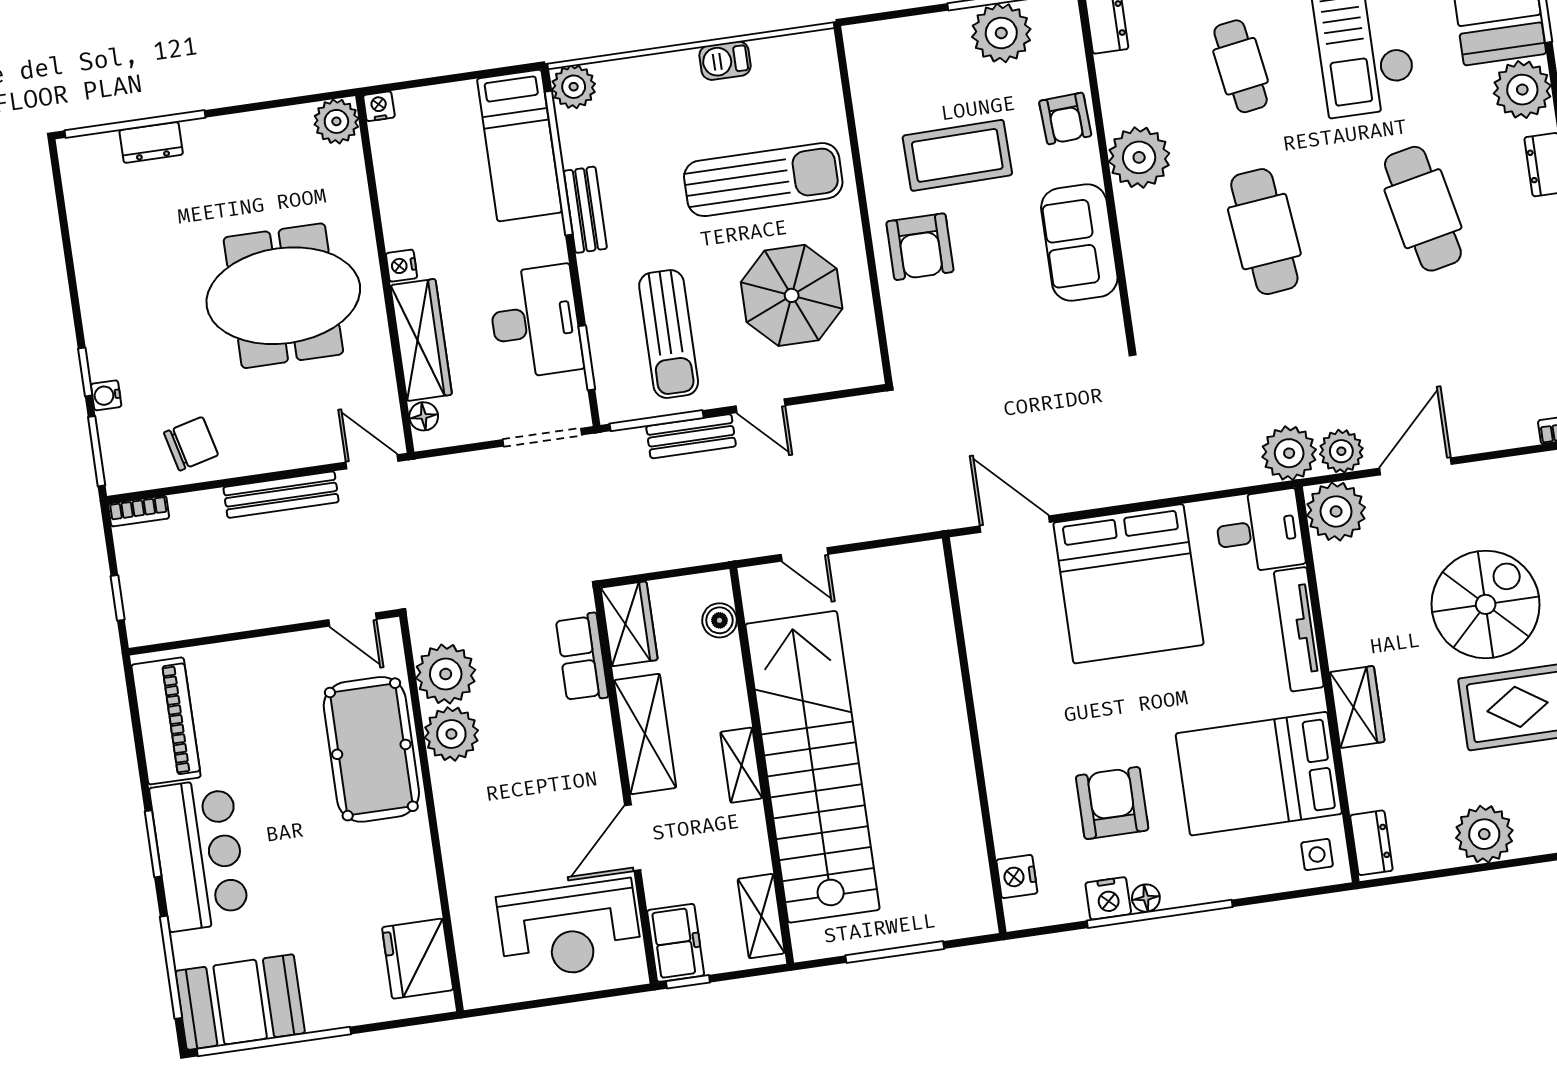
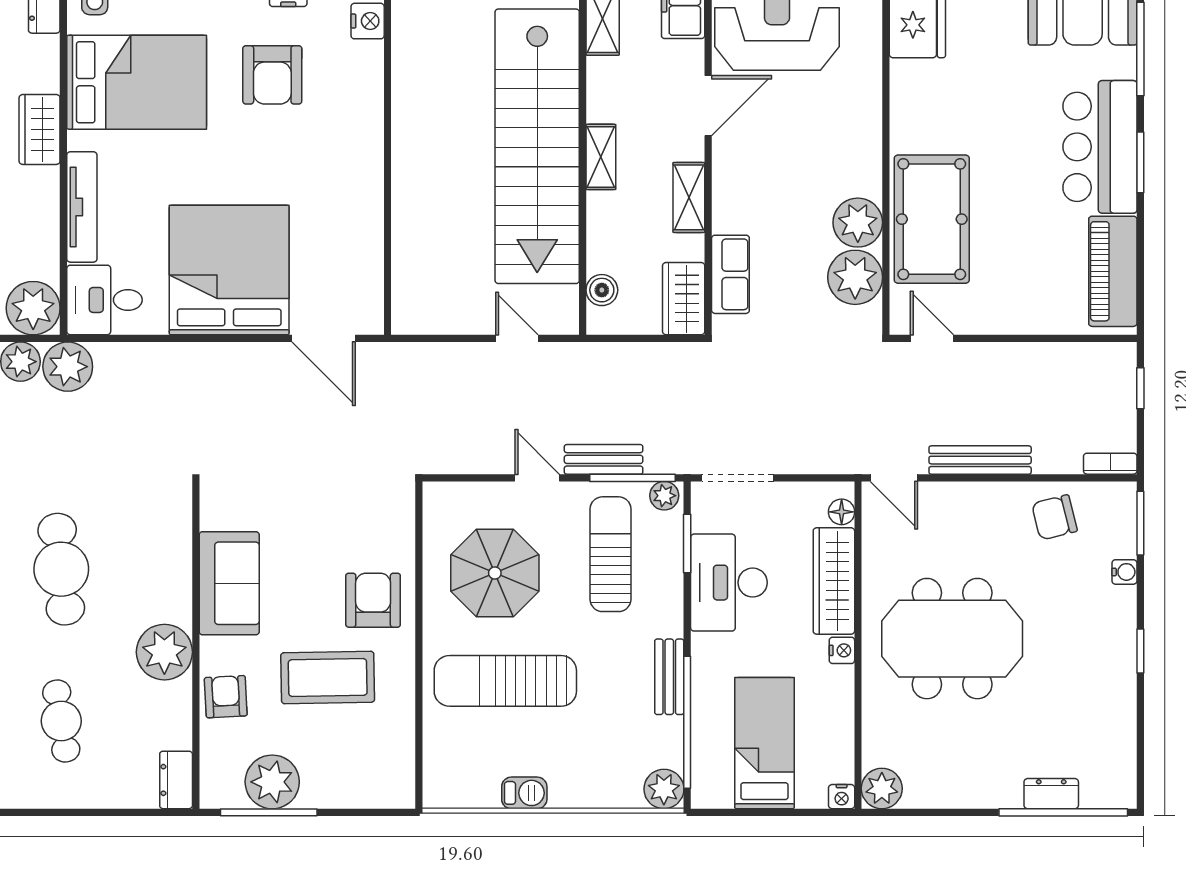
bed: (519, 145) -> (764, 743), moved
window: (85, 372) -> (1140, 651), moved
plant: (619, 406) -> (664, 496), added
shelving: (645, 734) -> (689, 197), width x0.67, depth x0.75

